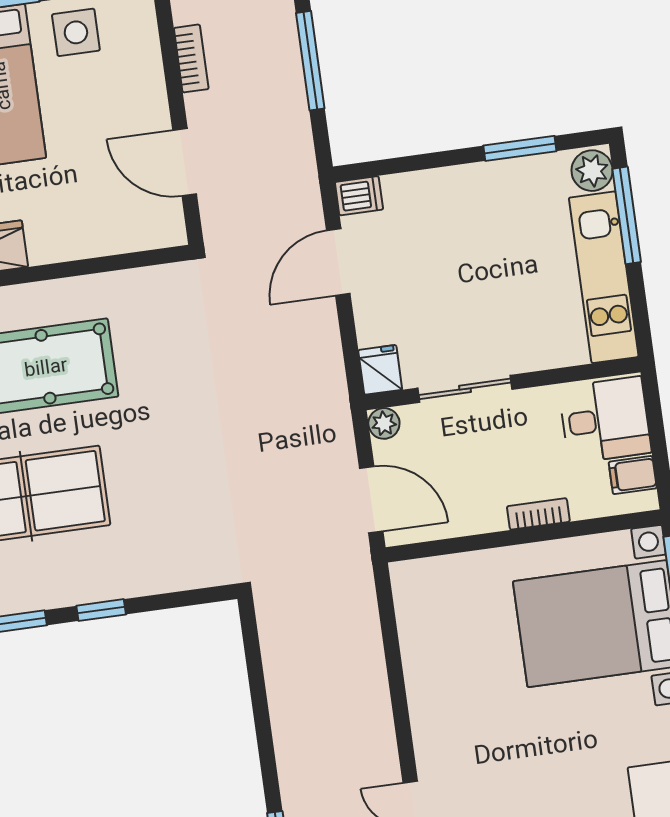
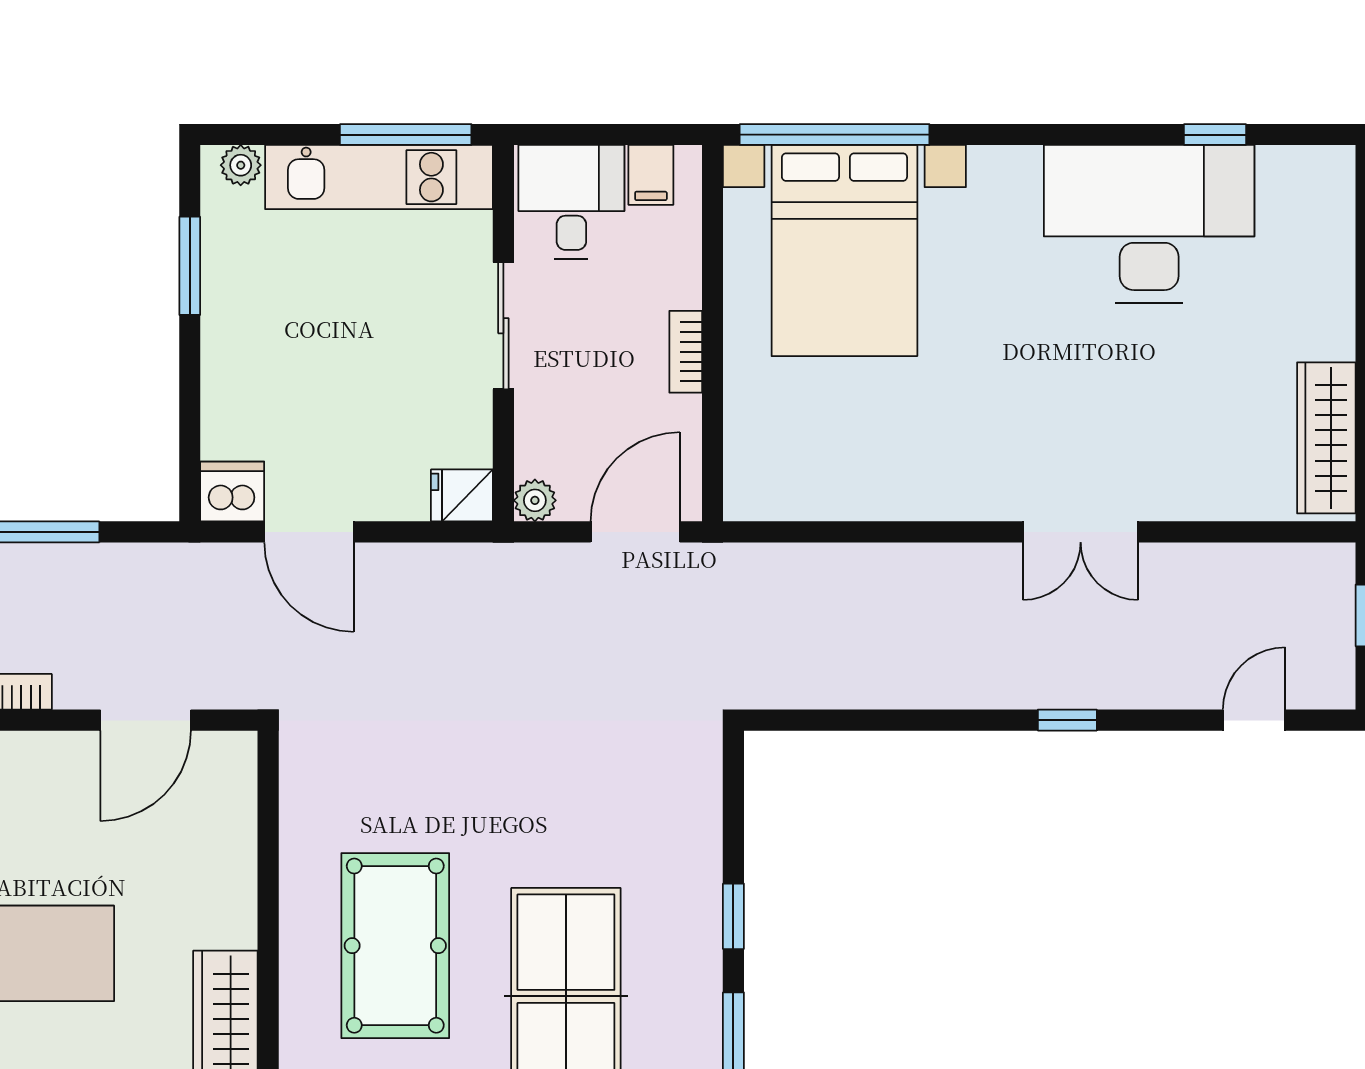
plant: (592, 171) -> (241, 165), width x0.73, depth x0.73
dishwasher: (359, 196) -> (232, 491), width x1.38
window: (627, 215) -> (406, 135), moved
sliding door: (465, 389) -> (503, 326), moved
bookcase: (538, 514) -> (686, 352), moved

